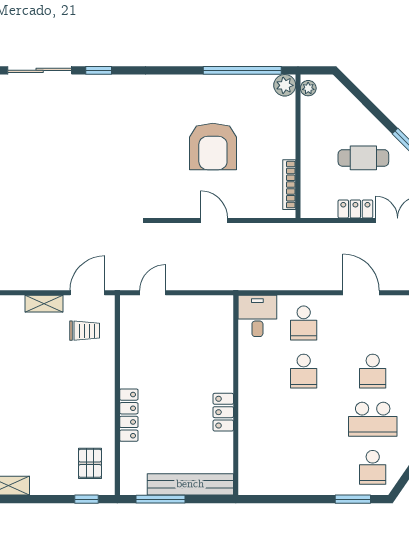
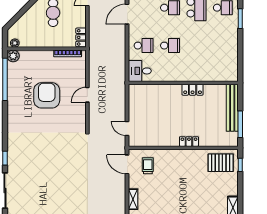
armchair: (213, 146) -> (47, 95), turned -90
locker: (355, 209) -> (81, 37), moved
shelving: (44, 304) -> (133, 199), moved
locker: (129, 415) -> (189, 142), width x0.66
pallet: (90, 463) -> (221, 163), width x1.50, depth x1.42

